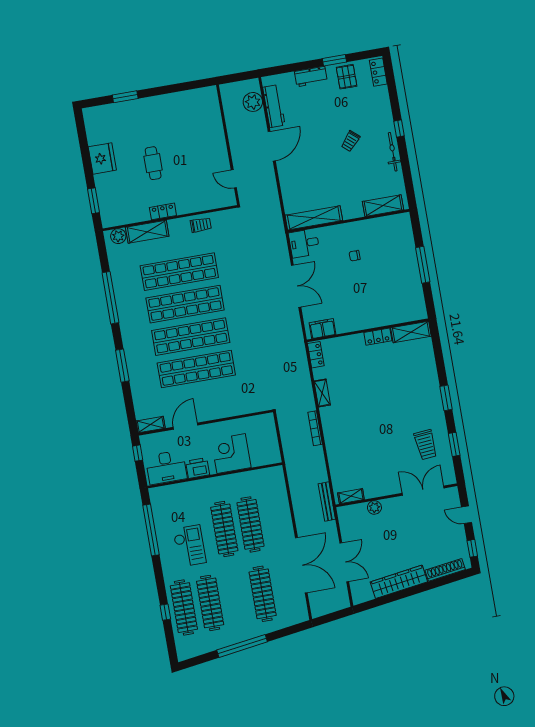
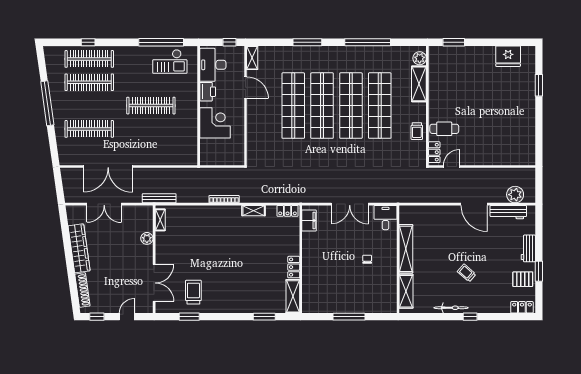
fridge: (102, 158) -> (508, 56), moved
cafe table: (153, 163) -> (444, 129), moved
locker: (163, 211) -> (434, 152), moved
shelving: (314, 218) -> (406, 249), moved
window: (446, 398) -> (264, 317), moved
trolley: (426, 445) -> (193, 292), turned 95
clothes rail: (250, 524) -> (151, 129), removed
checkout: (189, 546) -> (170, 62), moved

